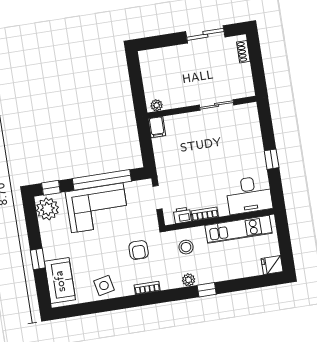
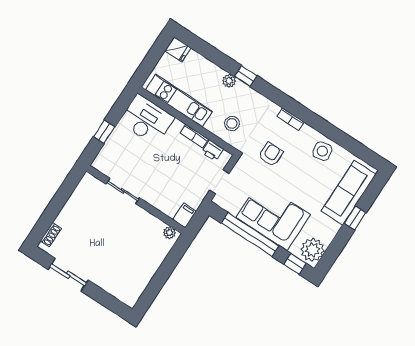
plant: (157, 105) -> (169, 233), moved
sliding door: (217, 105) -> (123, 191), moved
wall: (202, 107) -> (136, 199), moved
filing cabinet: (157, 127) -> (184, 215), moved
plant: (189, 280) -> (229, 81), moved
sofa: (60, 281) -> (349, 193), width x1.36

